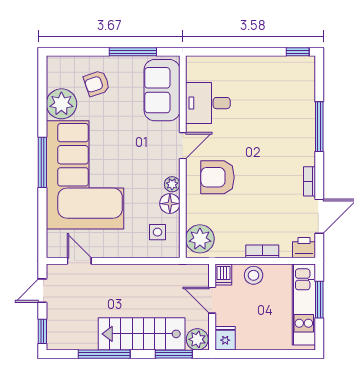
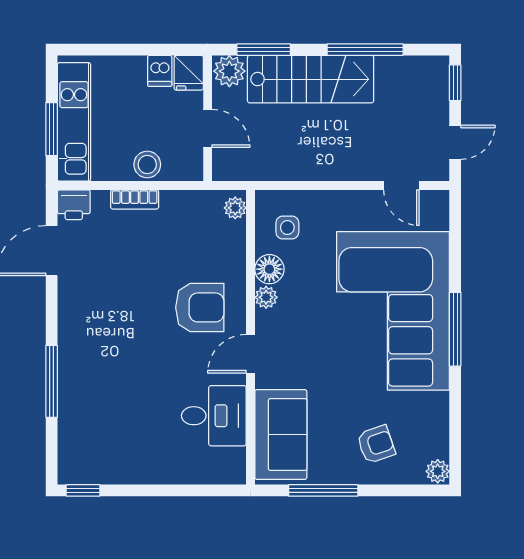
plant: (61, 104) -> (438, 471), moved, width x0.53, depth x0.53
bookcase: (309, 181) -> (66, 301), removed
plant: (200, 239) -> (235, 208), width x0.53, depth x0.53
dishwasher: (223, 275) -> (160, 71), moved, turned 180

